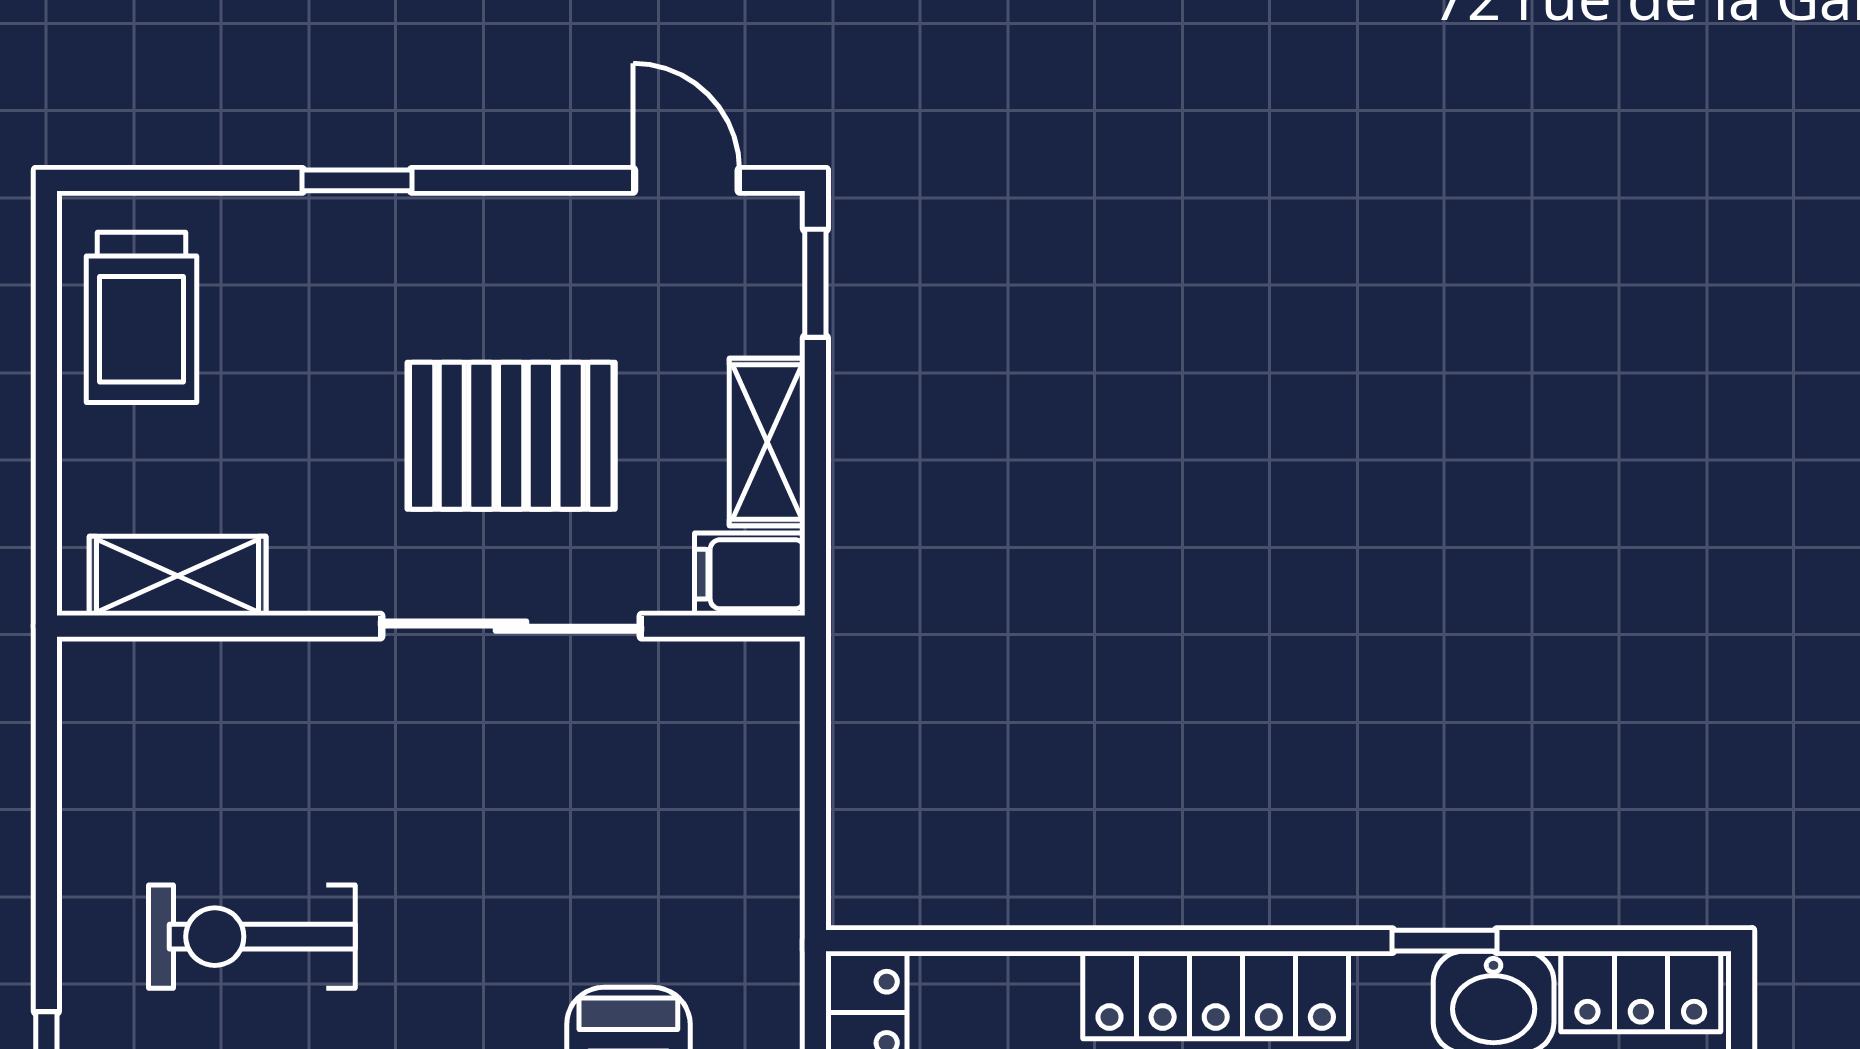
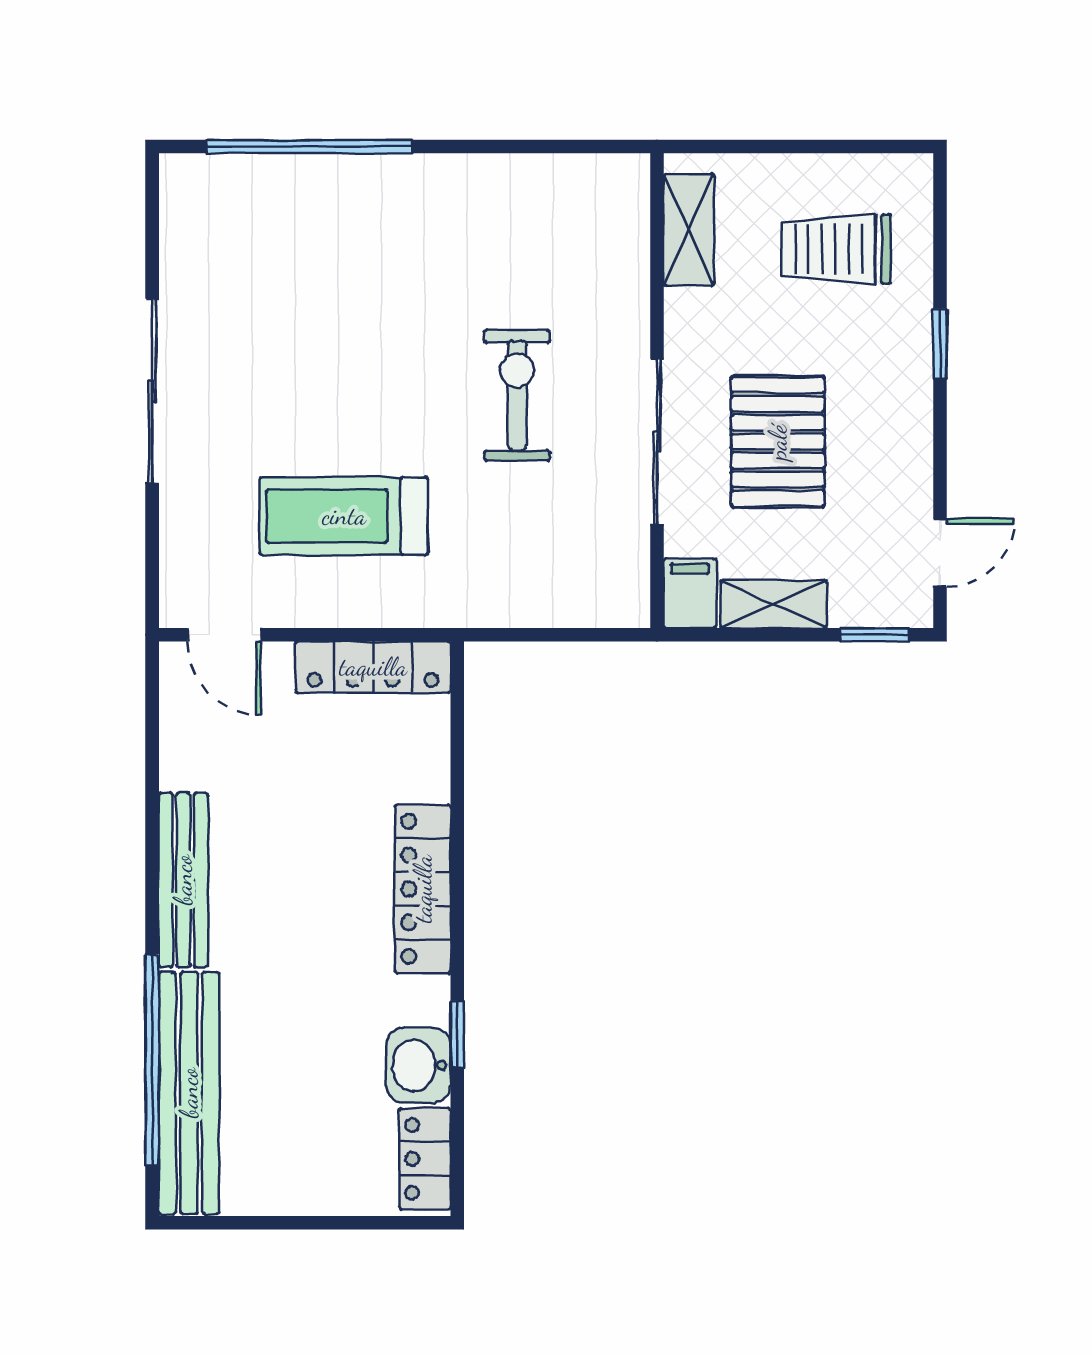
trolley: (141, 317) -> (836, 249), moved
exercise bike: (252, 937) -> (517, 395), moved

